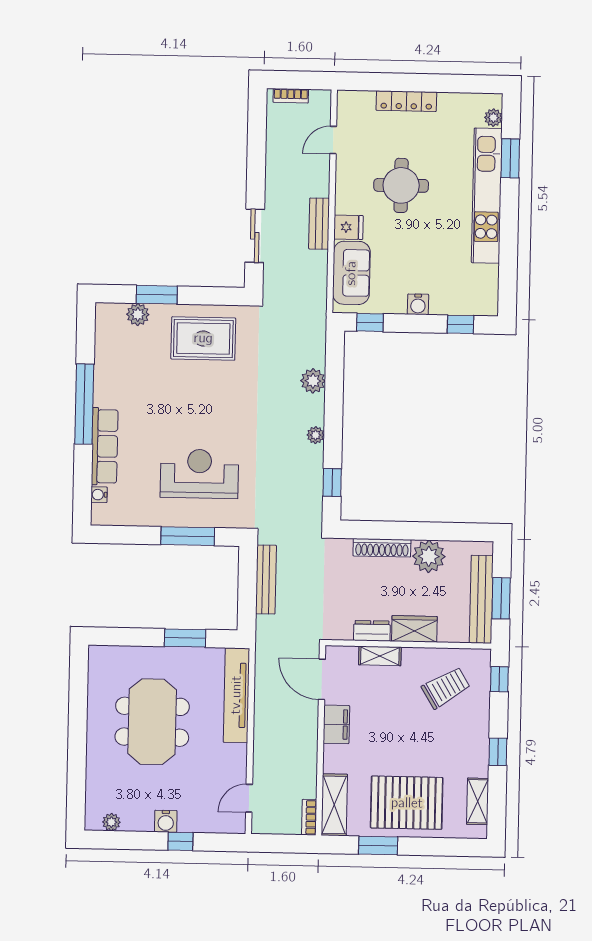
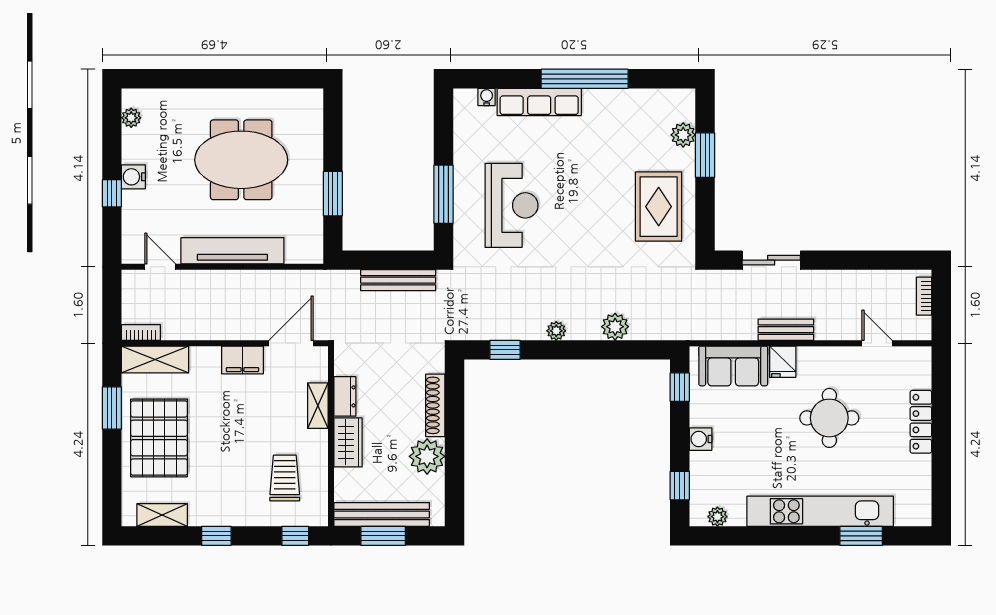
plant: (493, 118) -> (717, 517), moved
trolley: (446, 688) -> (285, 478), turned -149
tv unit: (236, 695) -> (232, 251), moved

